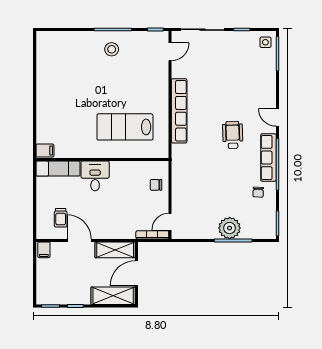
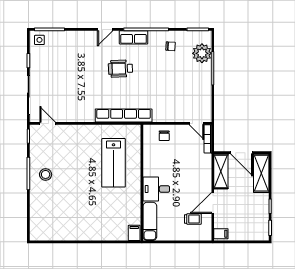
row of seats: (179, 111) -> (124, 115), moved
row of seats: (268, 158) -> (134, 37), width x0.68
plant: (230, 228) -> (202, 53), moved

